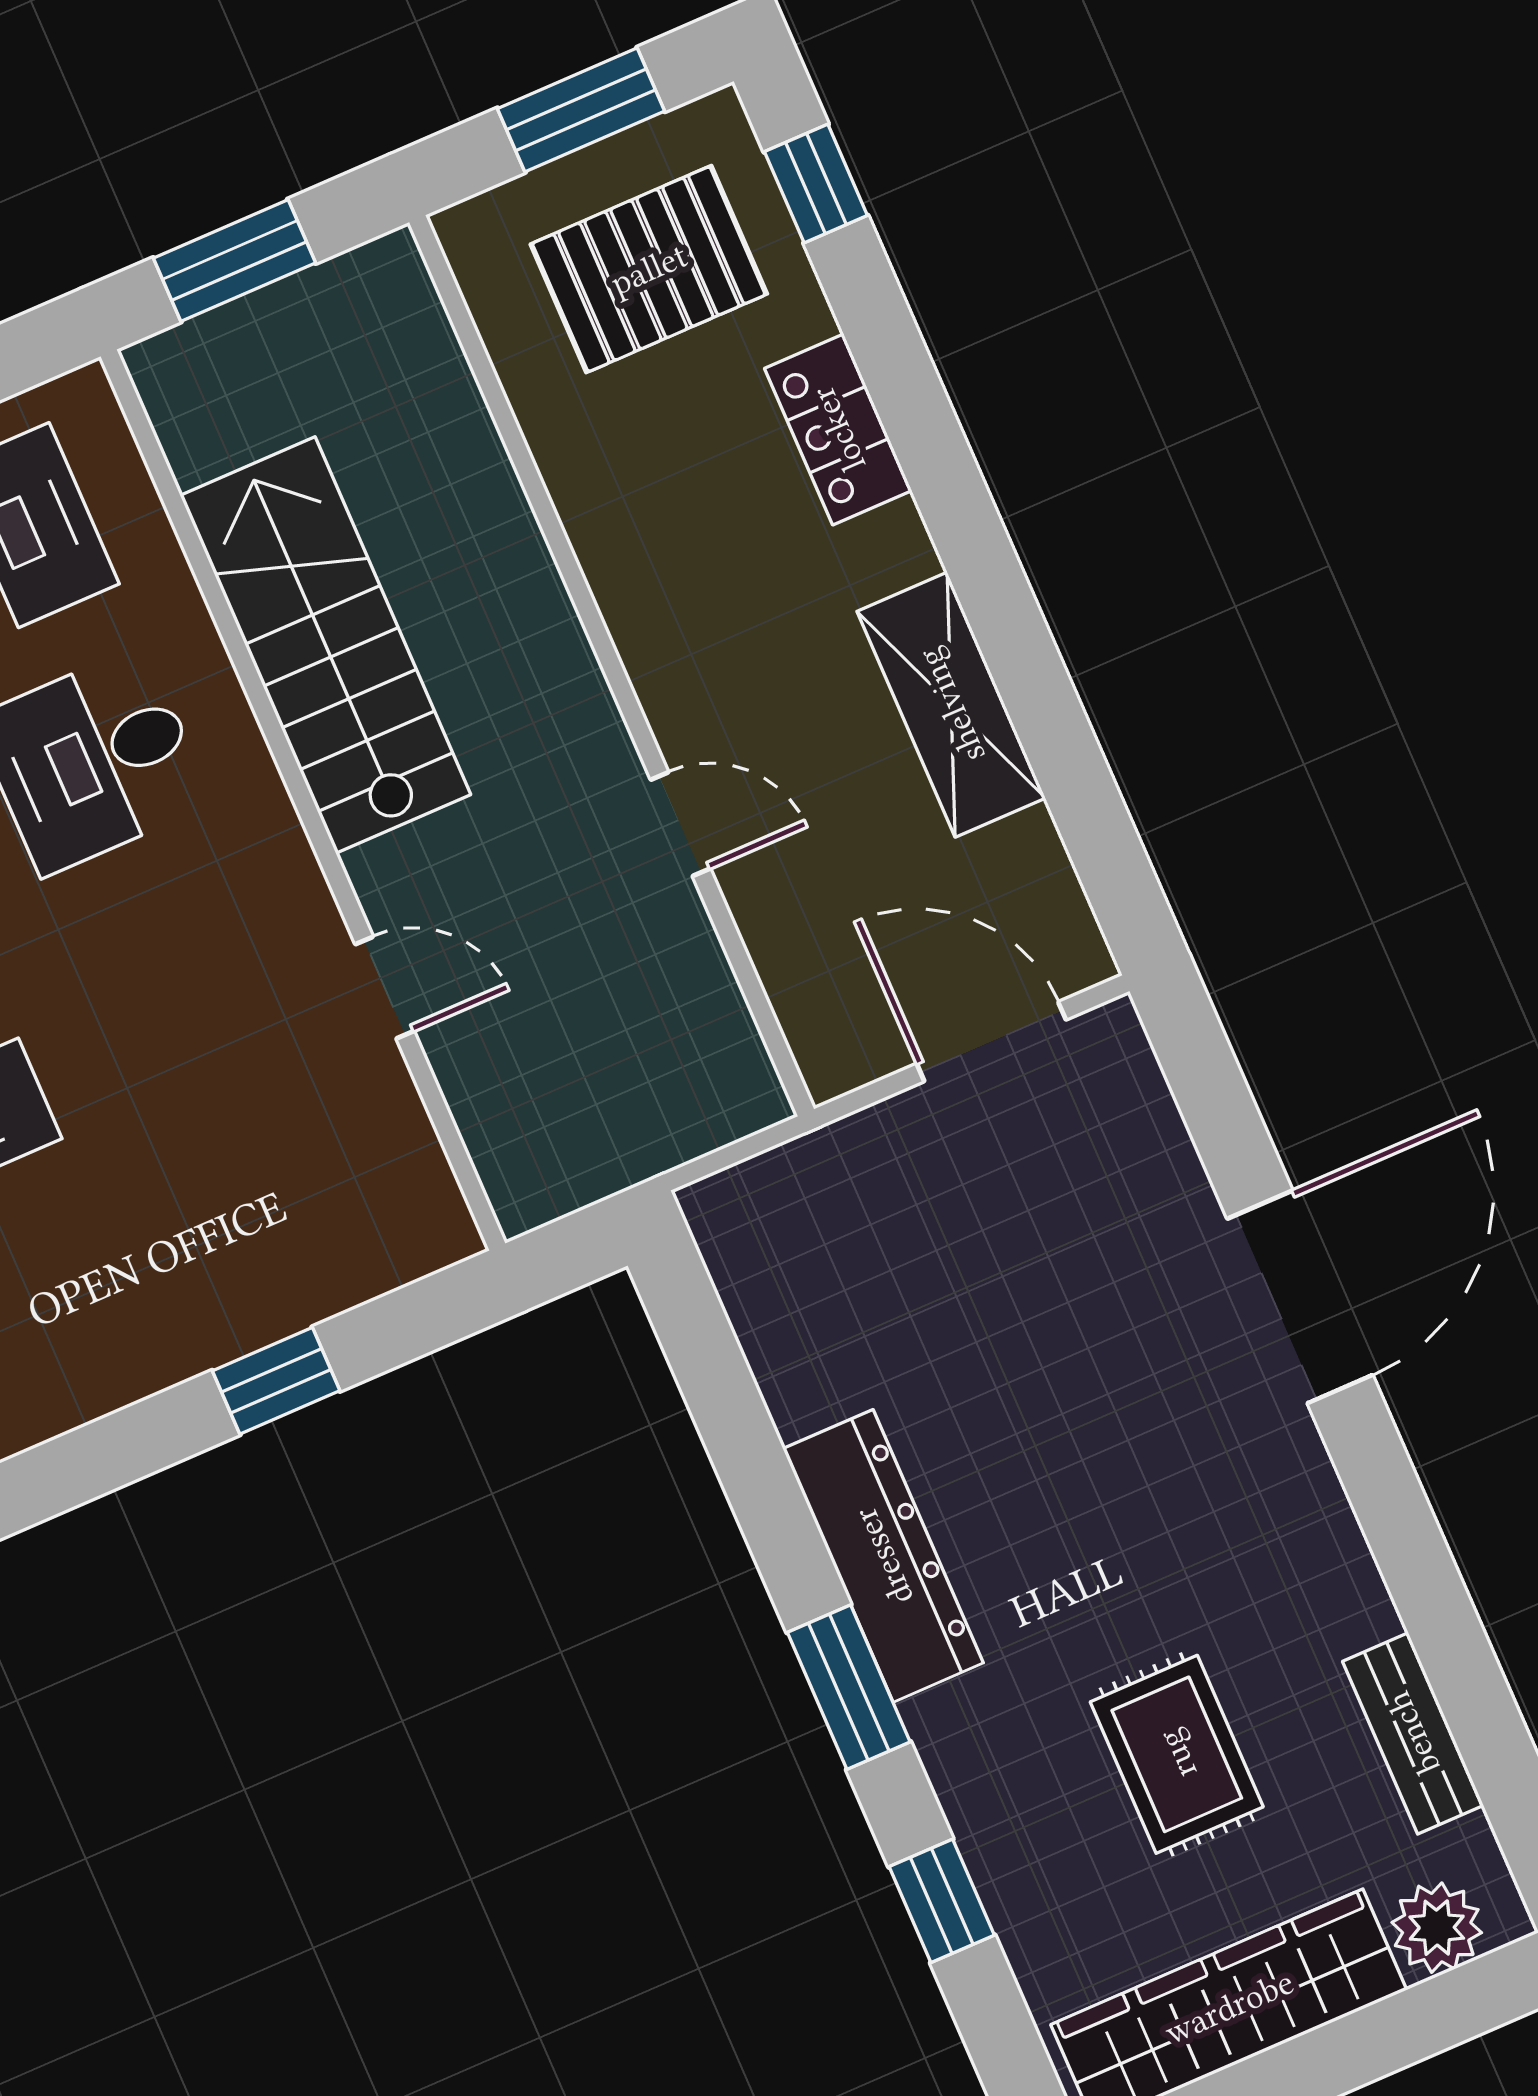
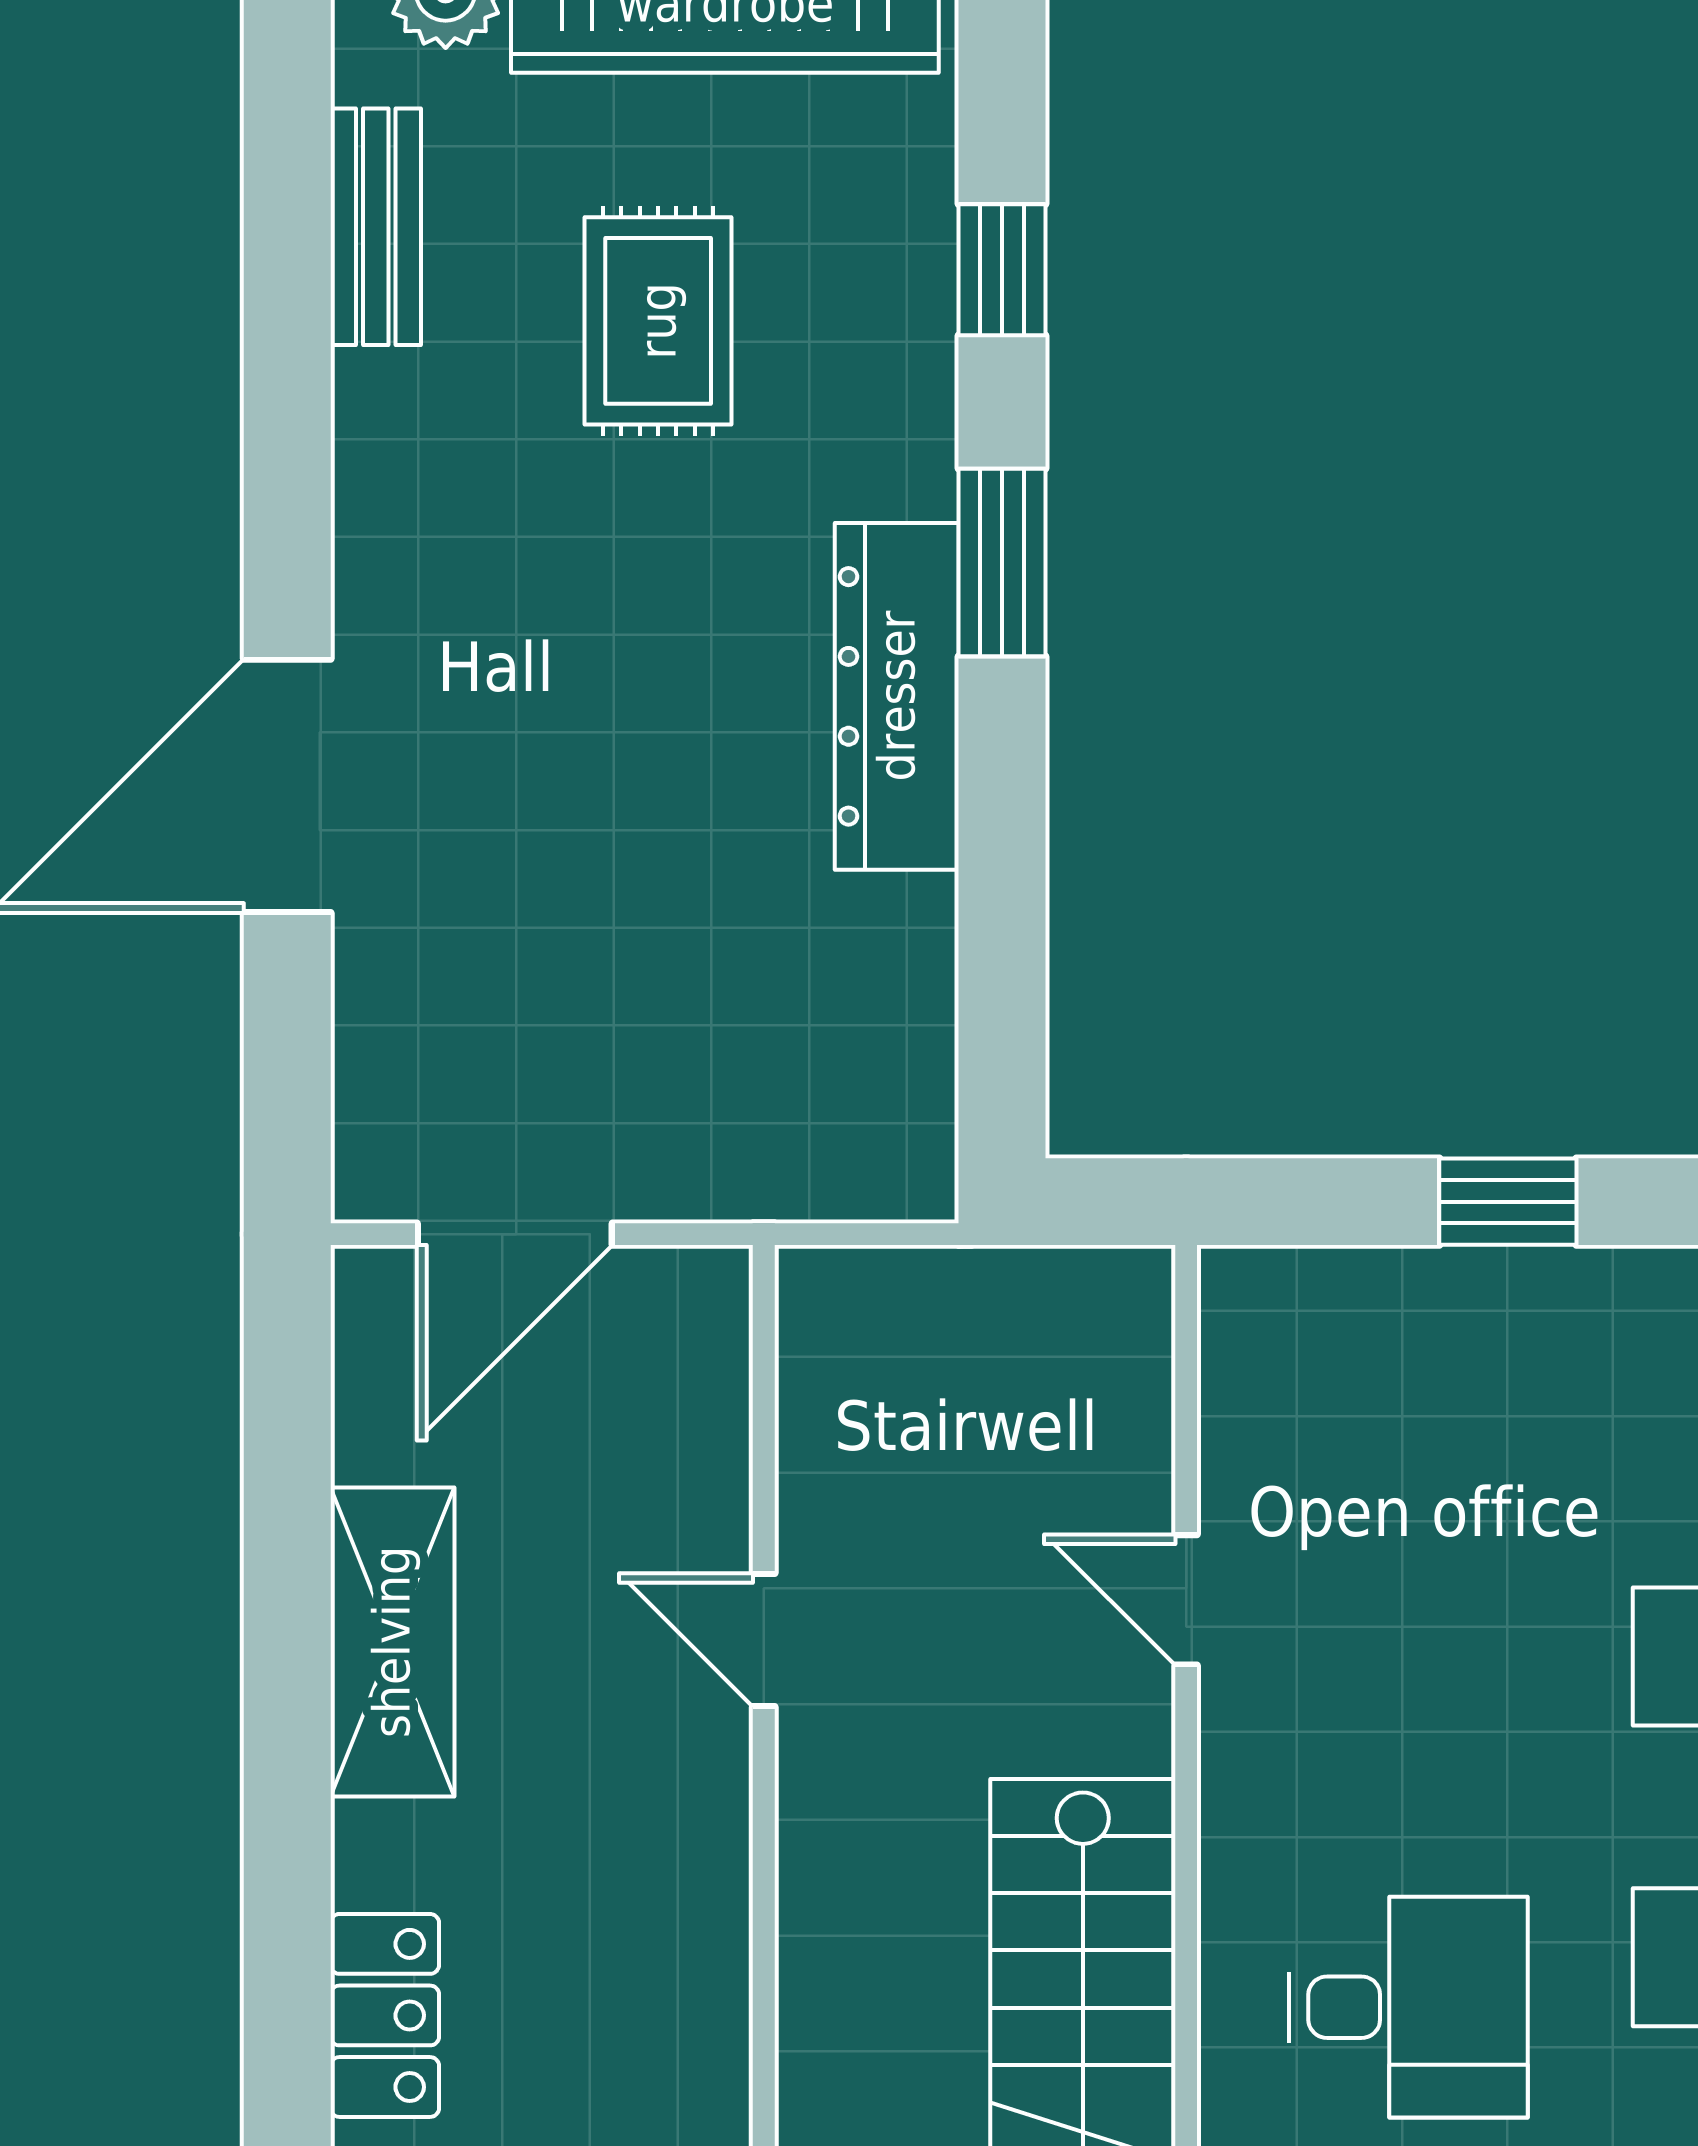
door: (991, 1042) -> (515, 1234), hinge flipped

